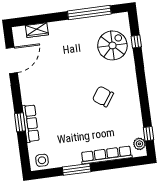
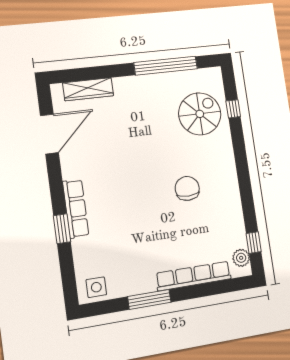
wardrobe: (37, 30) -> (88, 89), width x1.50
chair: (103, 97) -> (187, 188), turned 55
row of seats: (31, 123) -> (76, 209), moved

